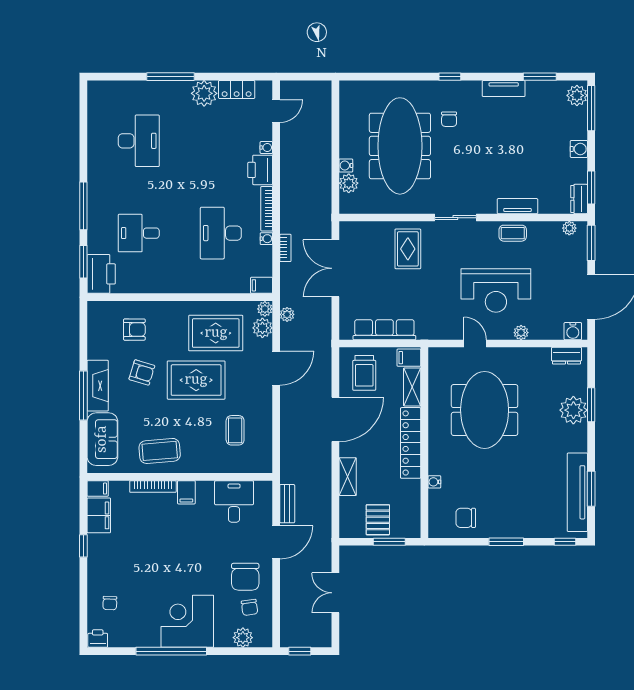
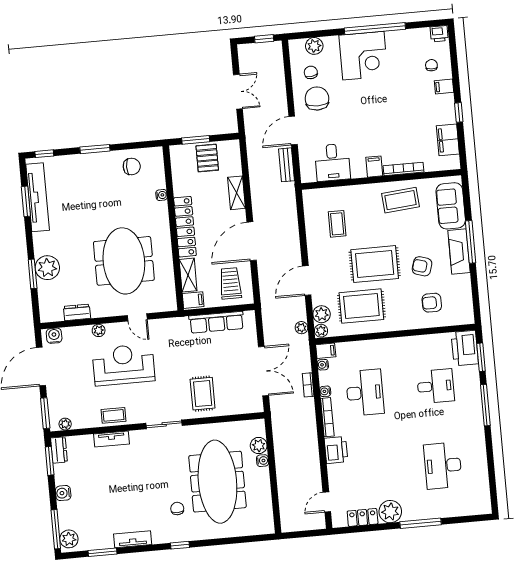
water cooler: (266, 148) -> (323, 365), moved
dresser: (567, 356) -> (77, 312), moved
filing cabinet: (98, 489) -> (444, 86), moved

